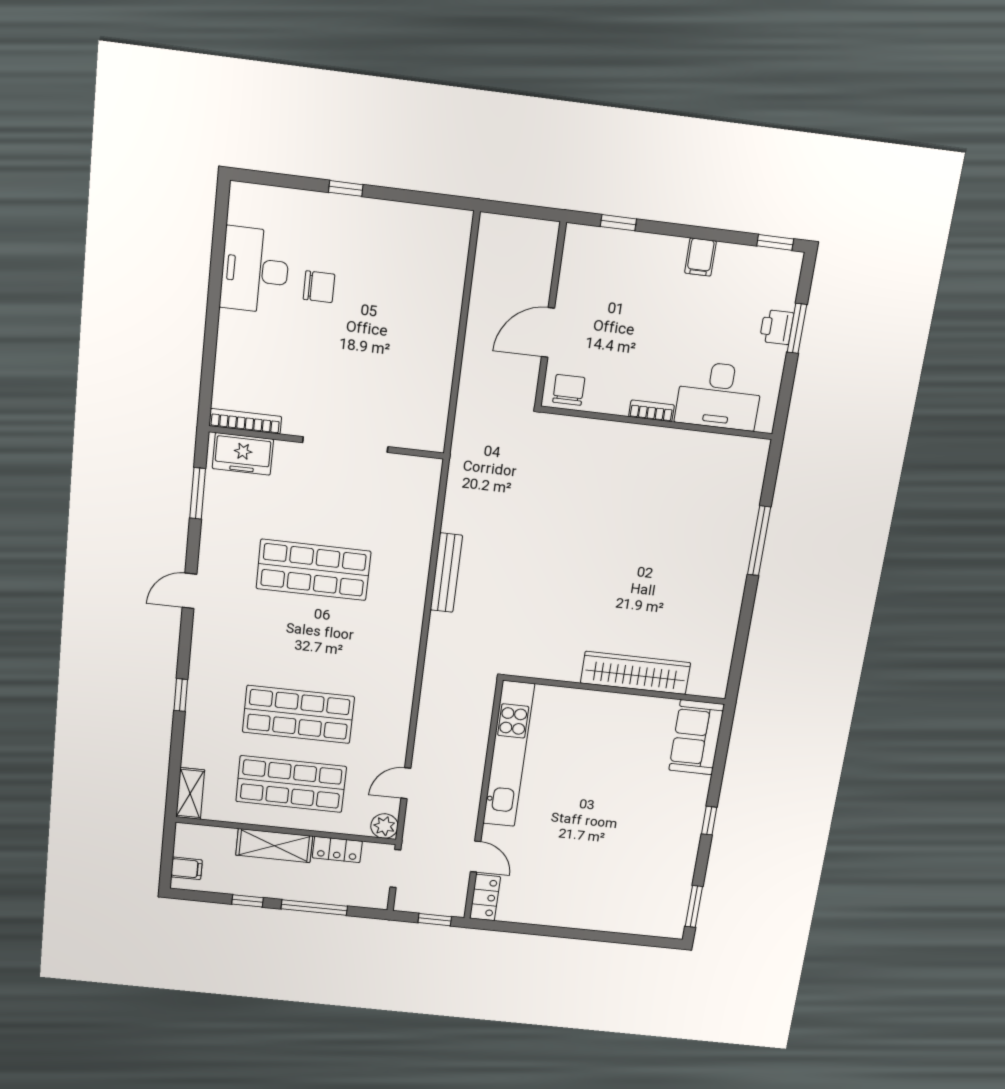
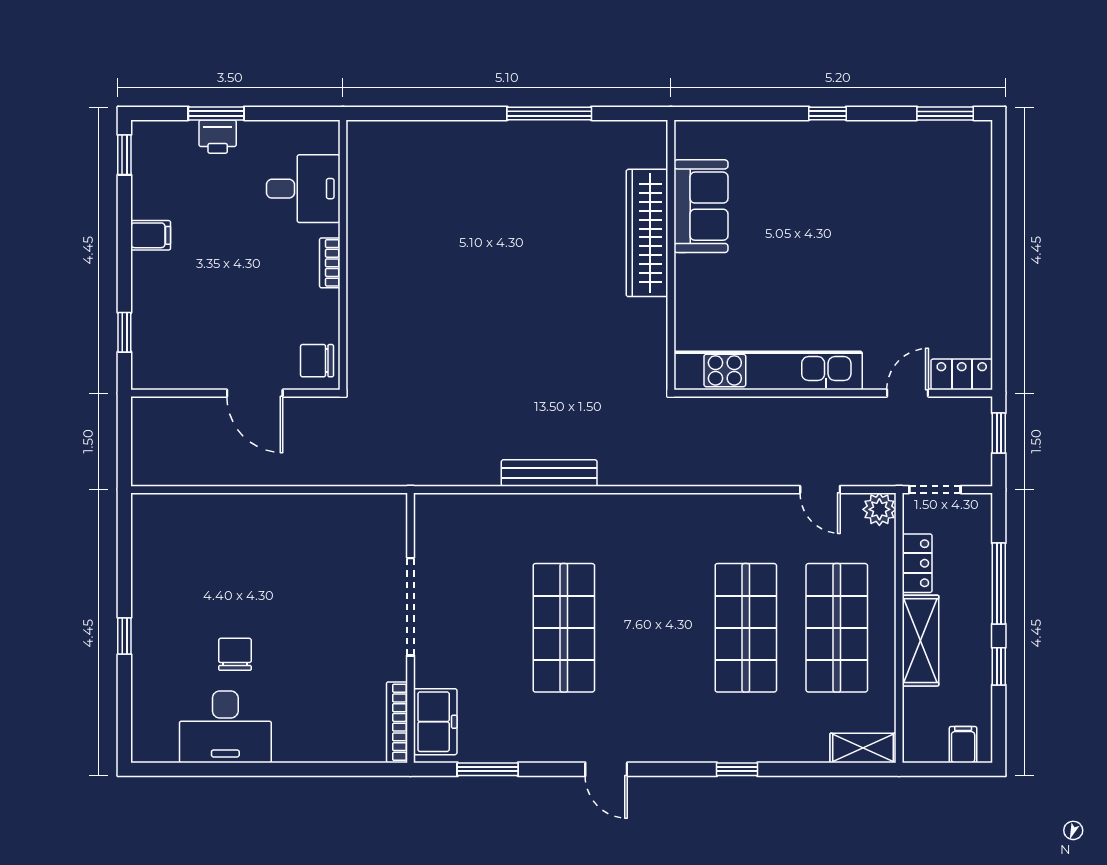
desk: (719, 396) -> (303, 189), width x0.73
window: (759, 541) -> (549, 113), moved
sofa: (697, 737) -> (701, 206), moved, turned -90

